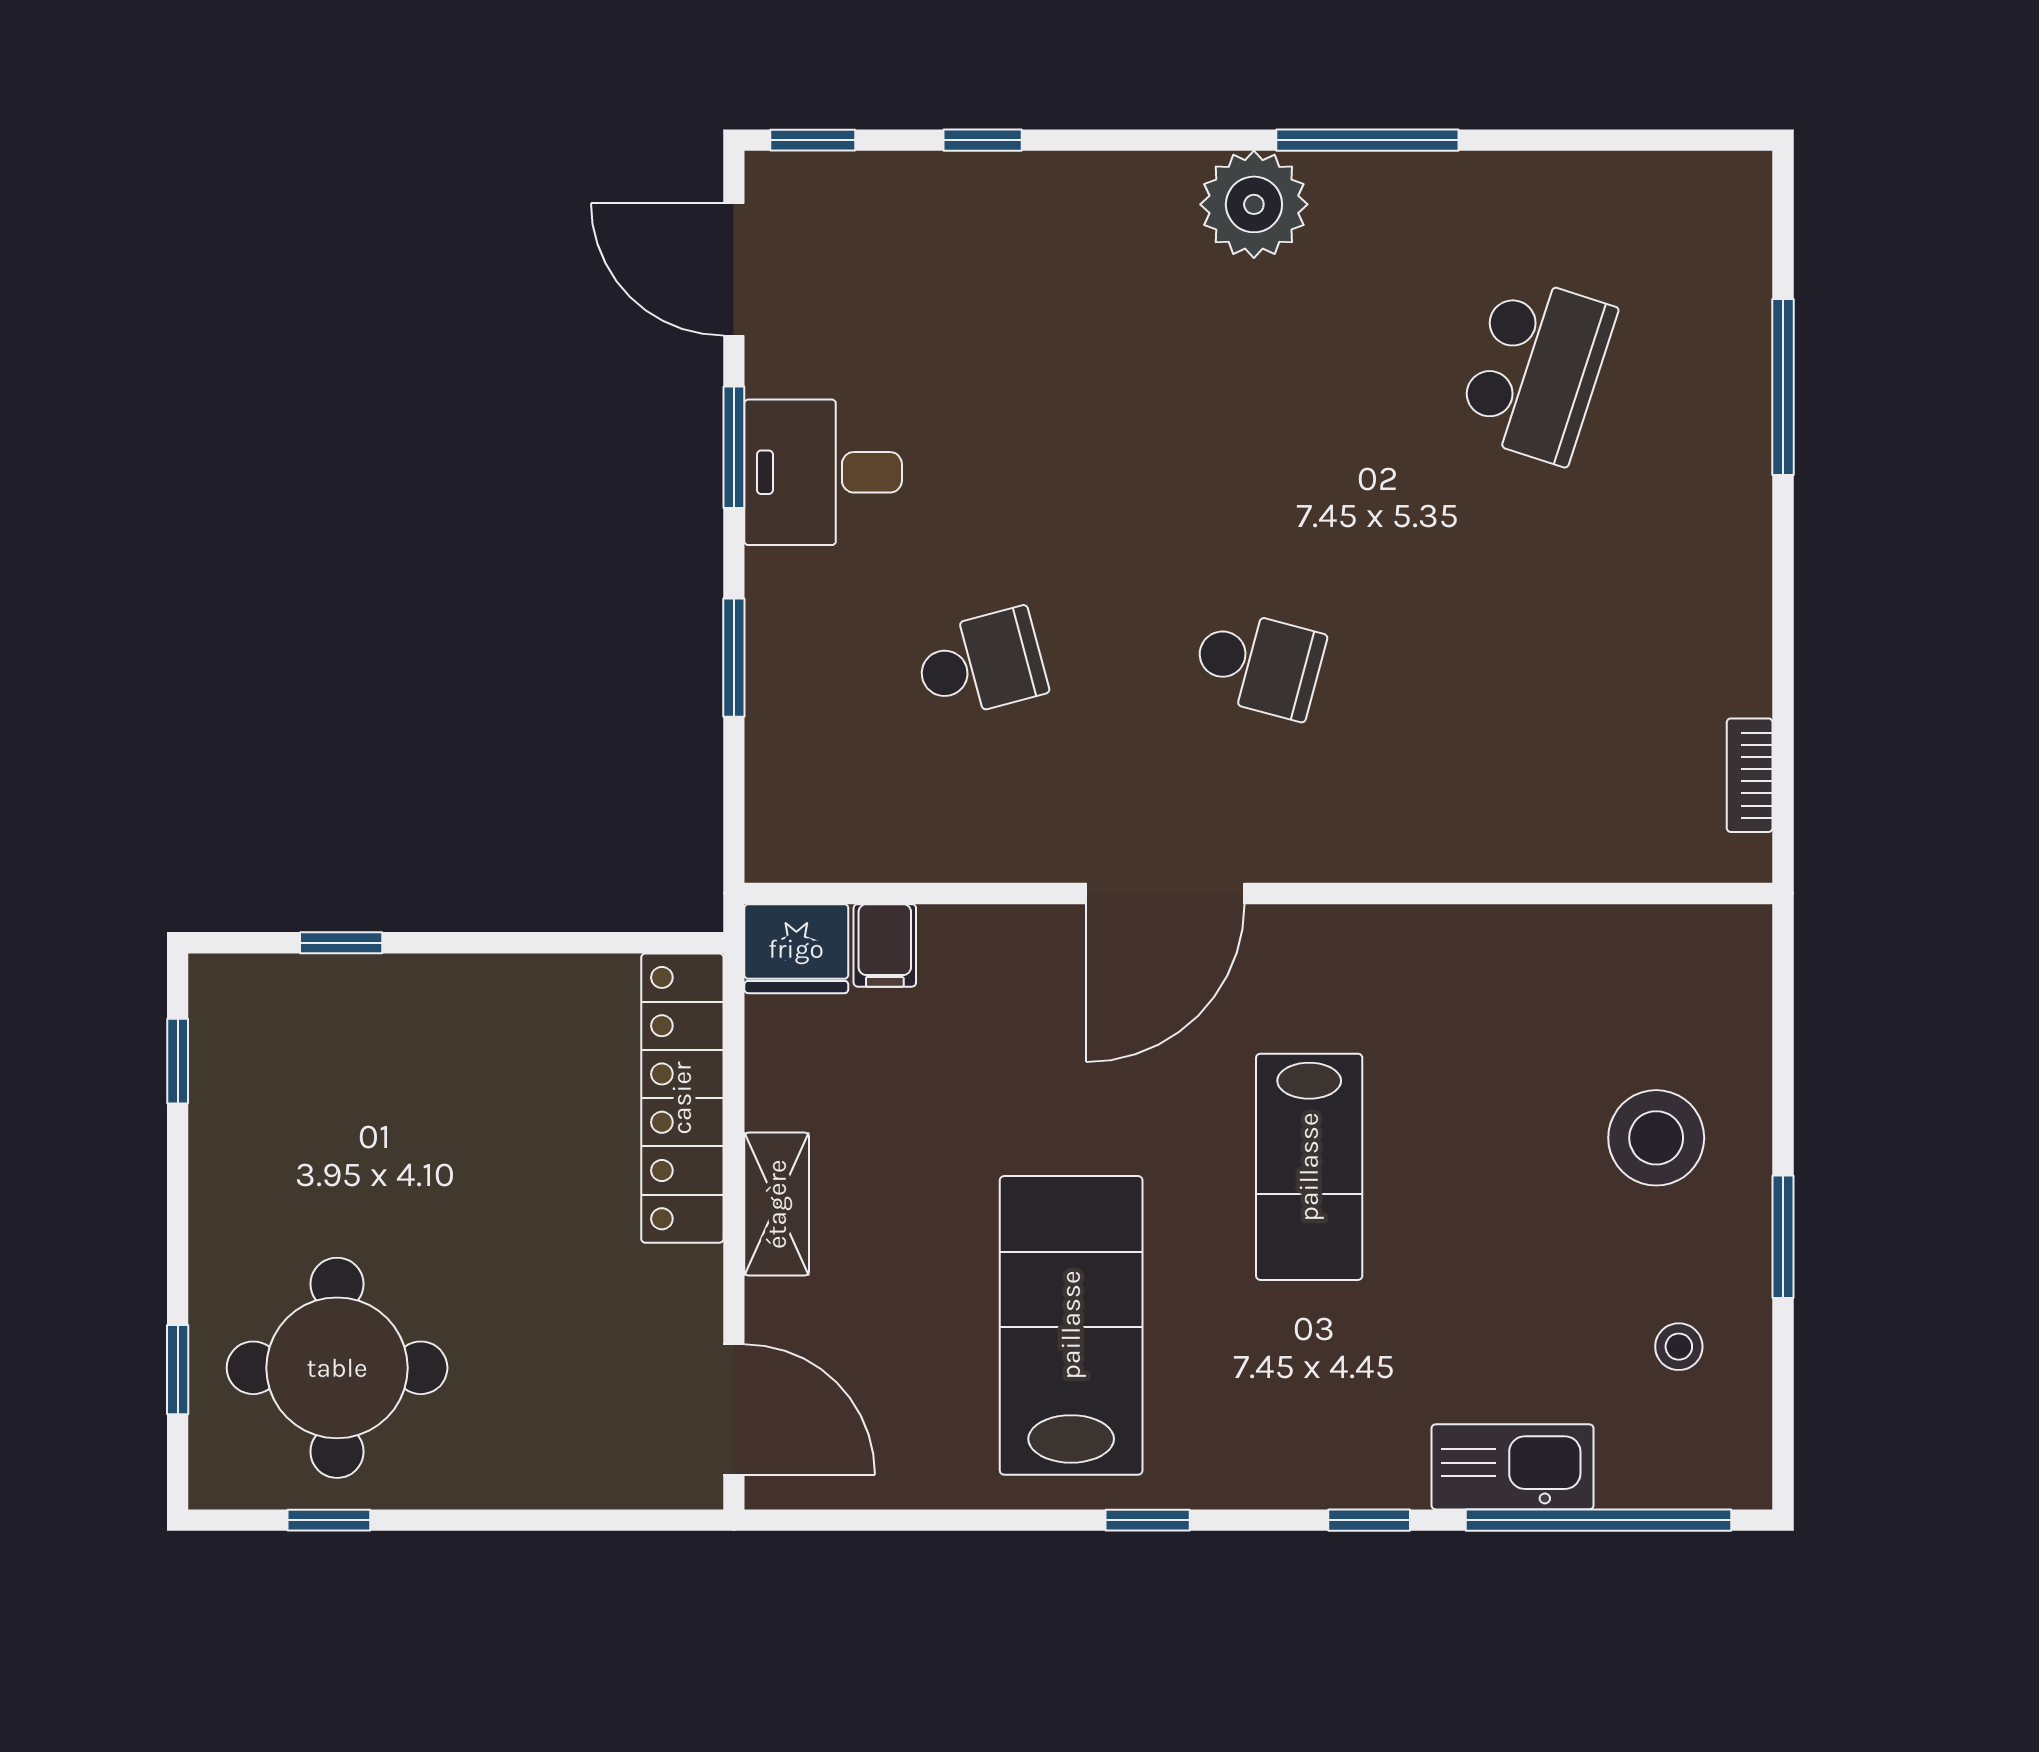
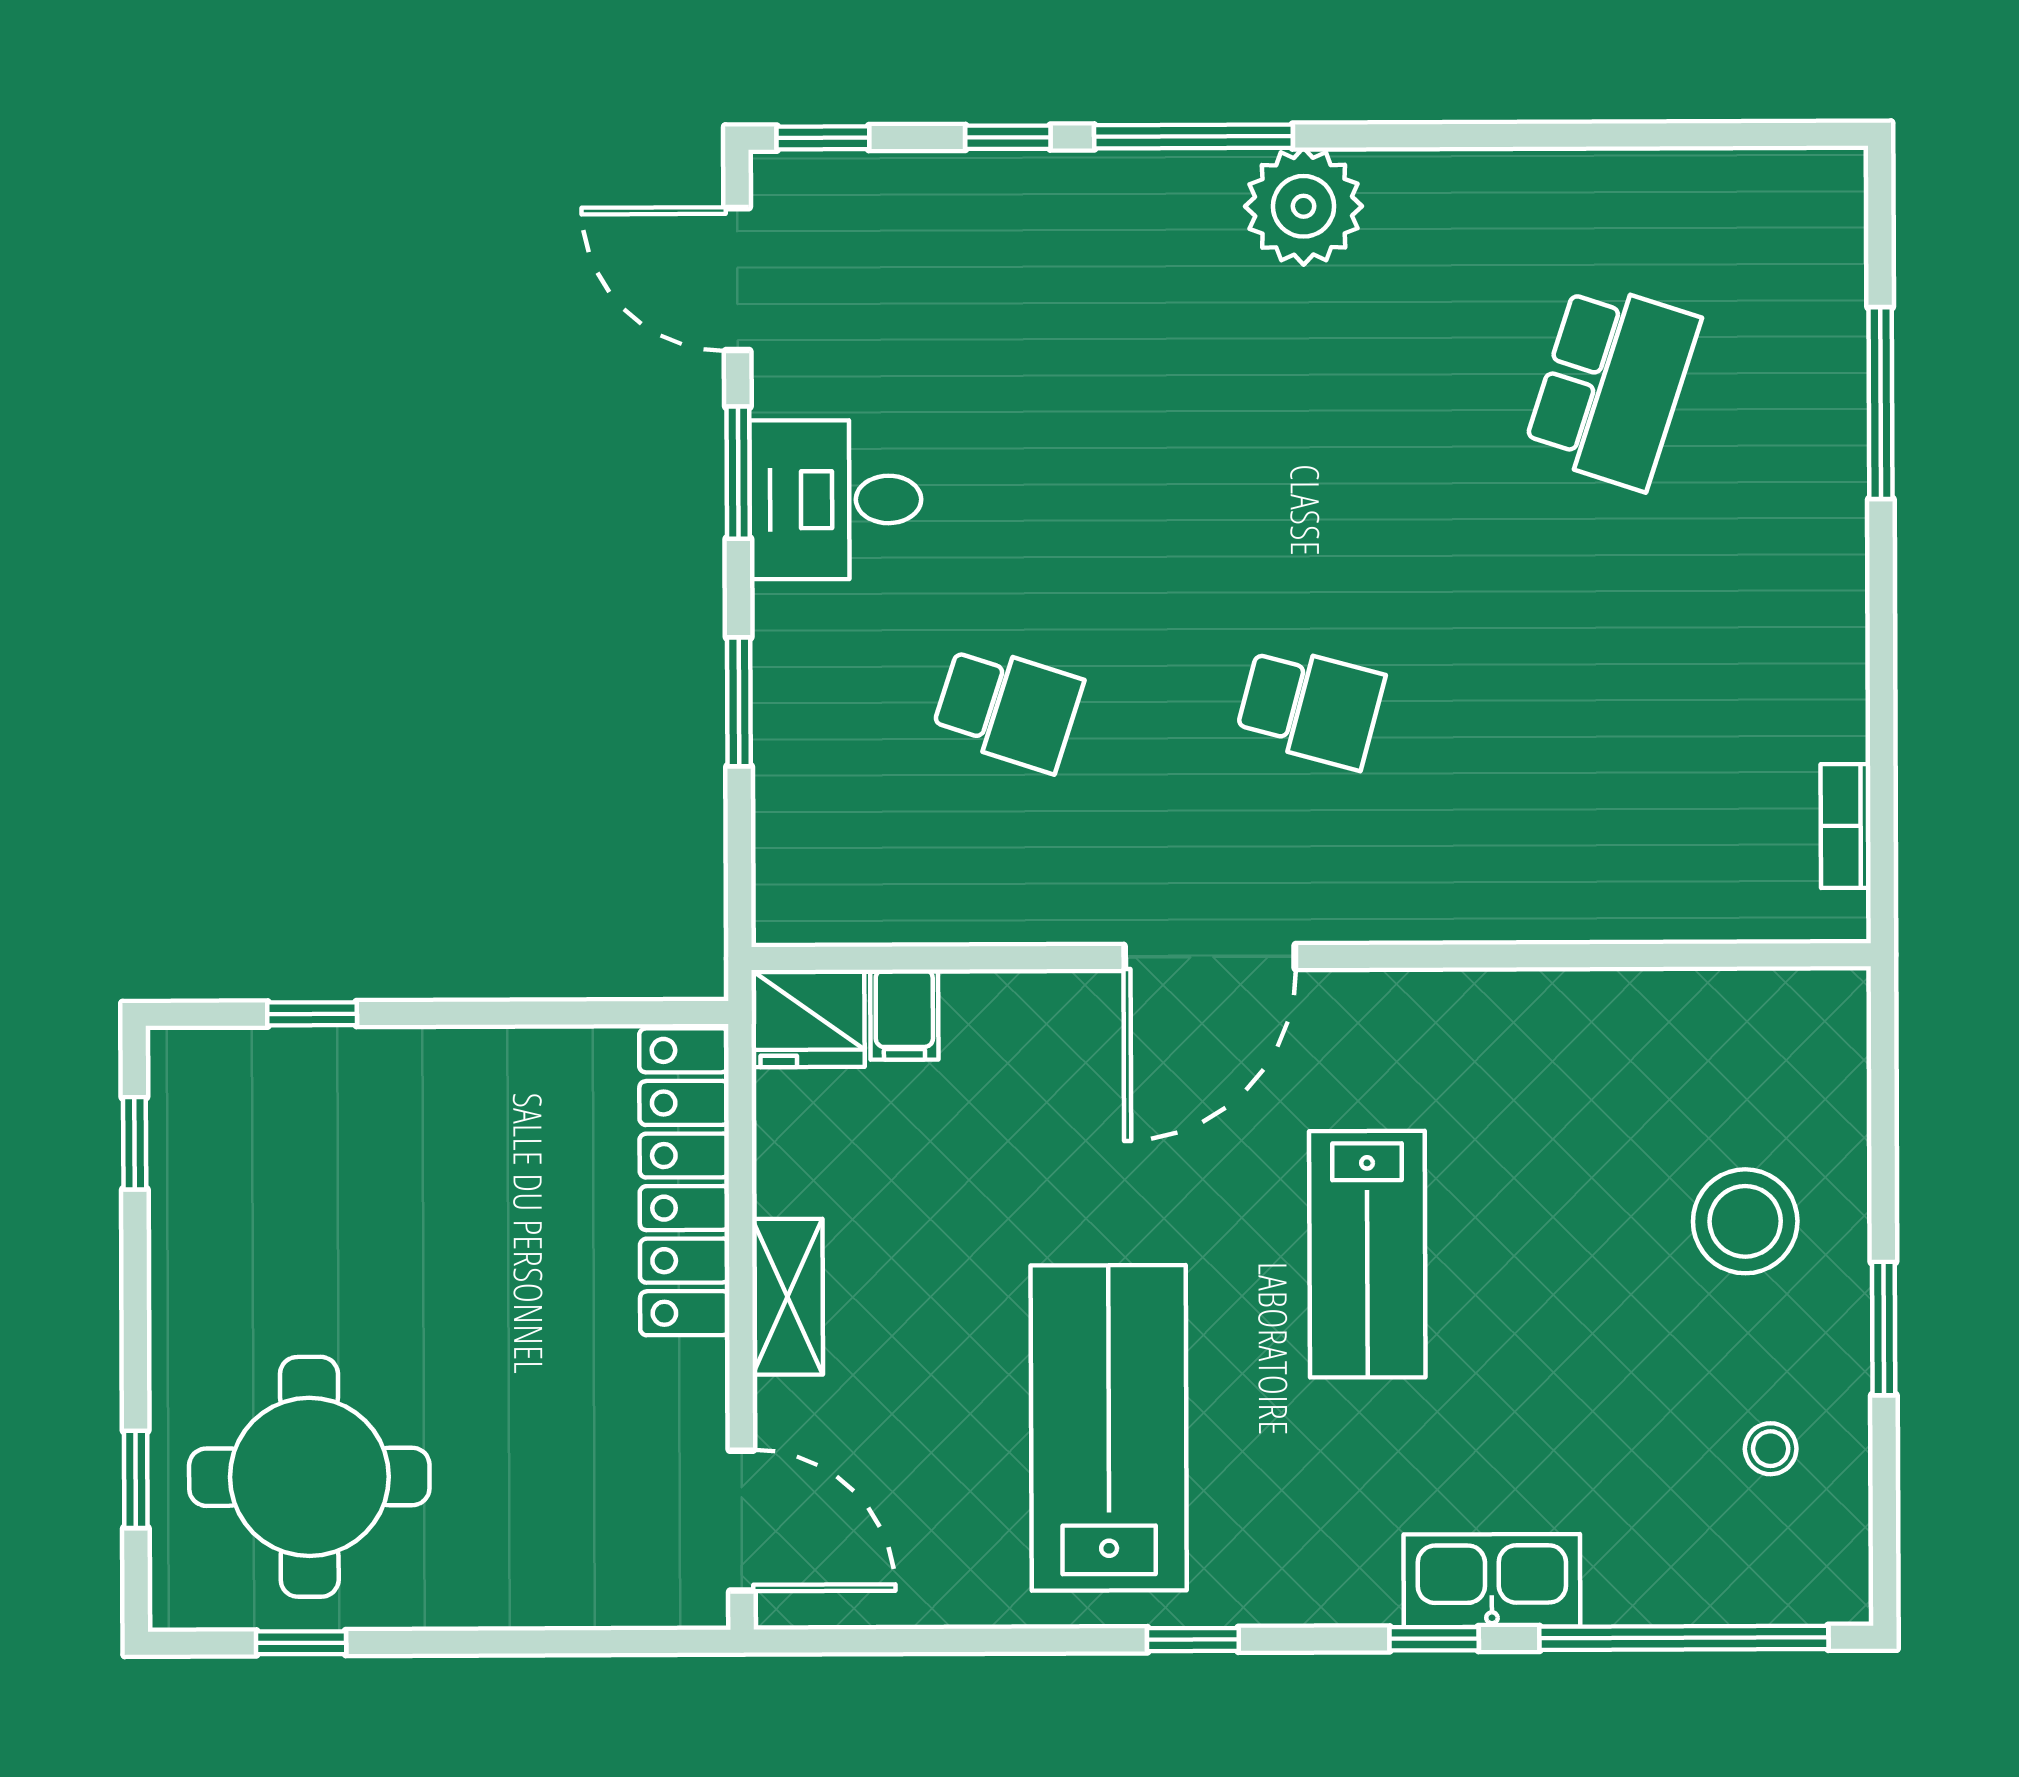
window: (1367, 140) -> (1193, 137), moved
school desk: (980, 664) -> (1007, 708), turned 33
kitchen sink: (1512, 1467) -> (1492, 1581), moved

